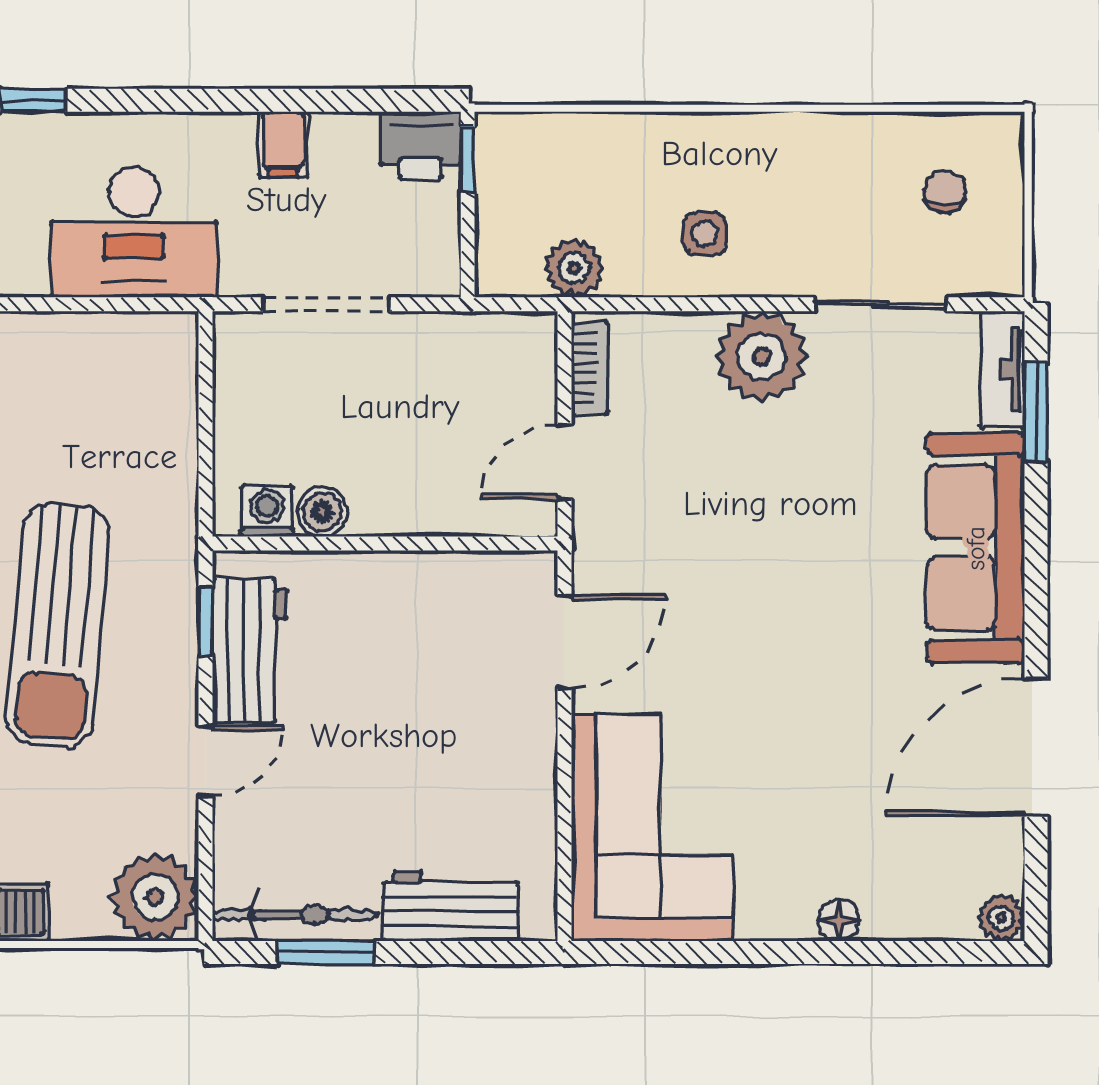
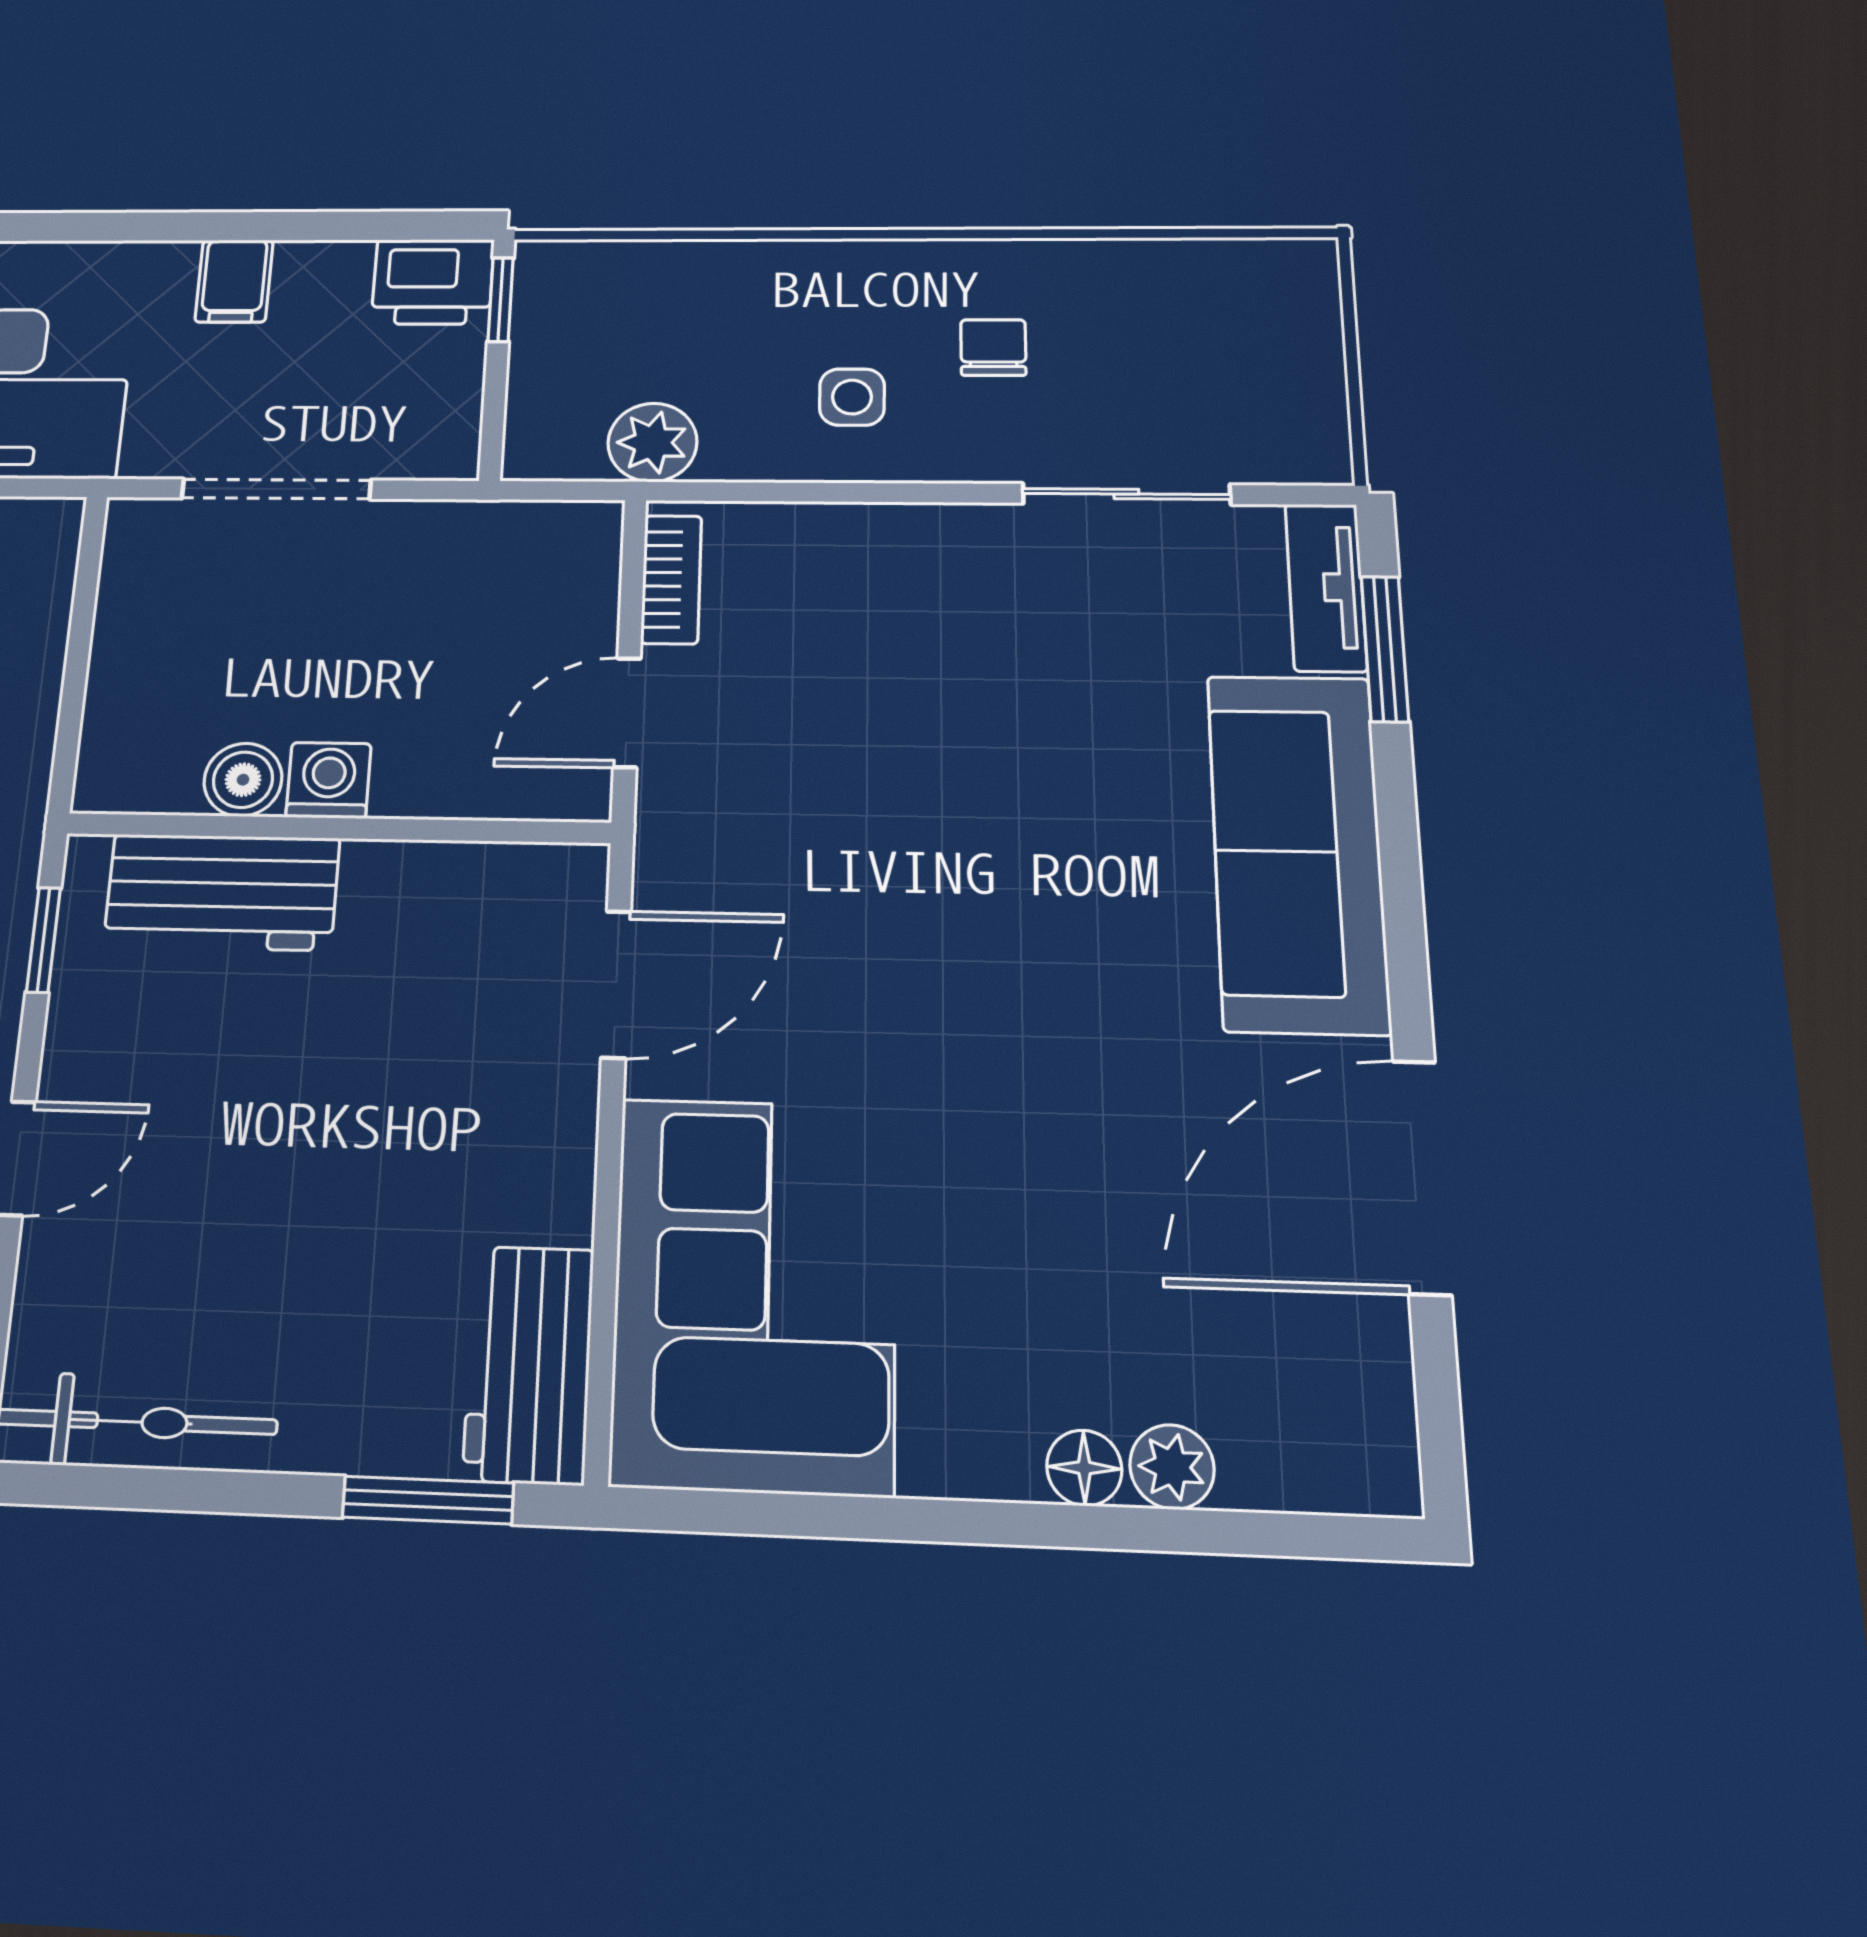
chair: (945, 192) -> (993, 348), moved
plant: (761, 356) -> (940, 565), removed
washing machine: (267, 511) -> (329, 780), moved
workbench: (250, 650) -> (222, 892), moved, turned 90
workbench: (450, 906) -> (529, 1364), moved, turned -90
plant: (1001, 918) -> (1172, 1467), moved
window: (326, 952) -> (428, 1500), moved

